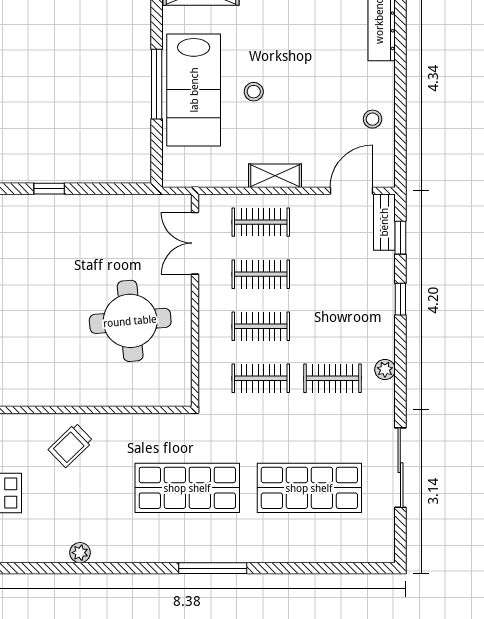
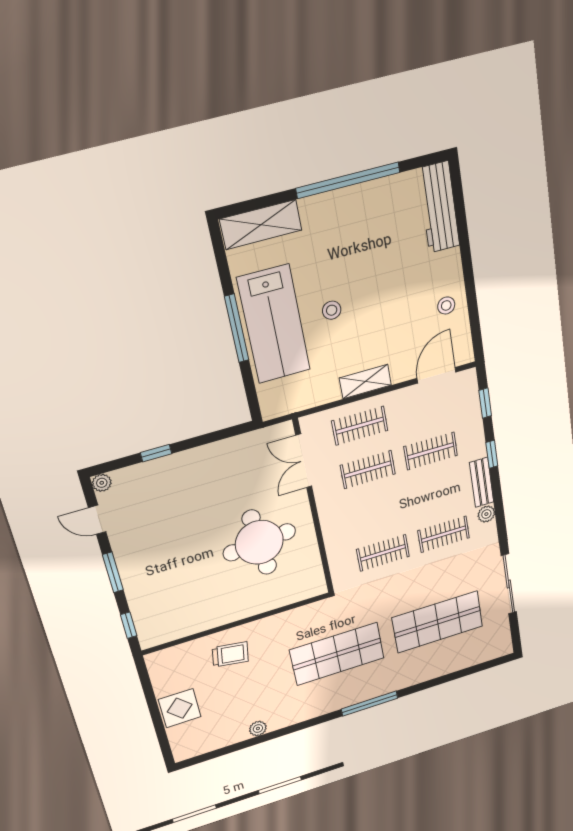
bench: (384, 222) -> (482, 482), moved
clothes rail: (261, 326) -> (431, 451), moved
trolley: (71, 445) -> (230, 654), turned -127

